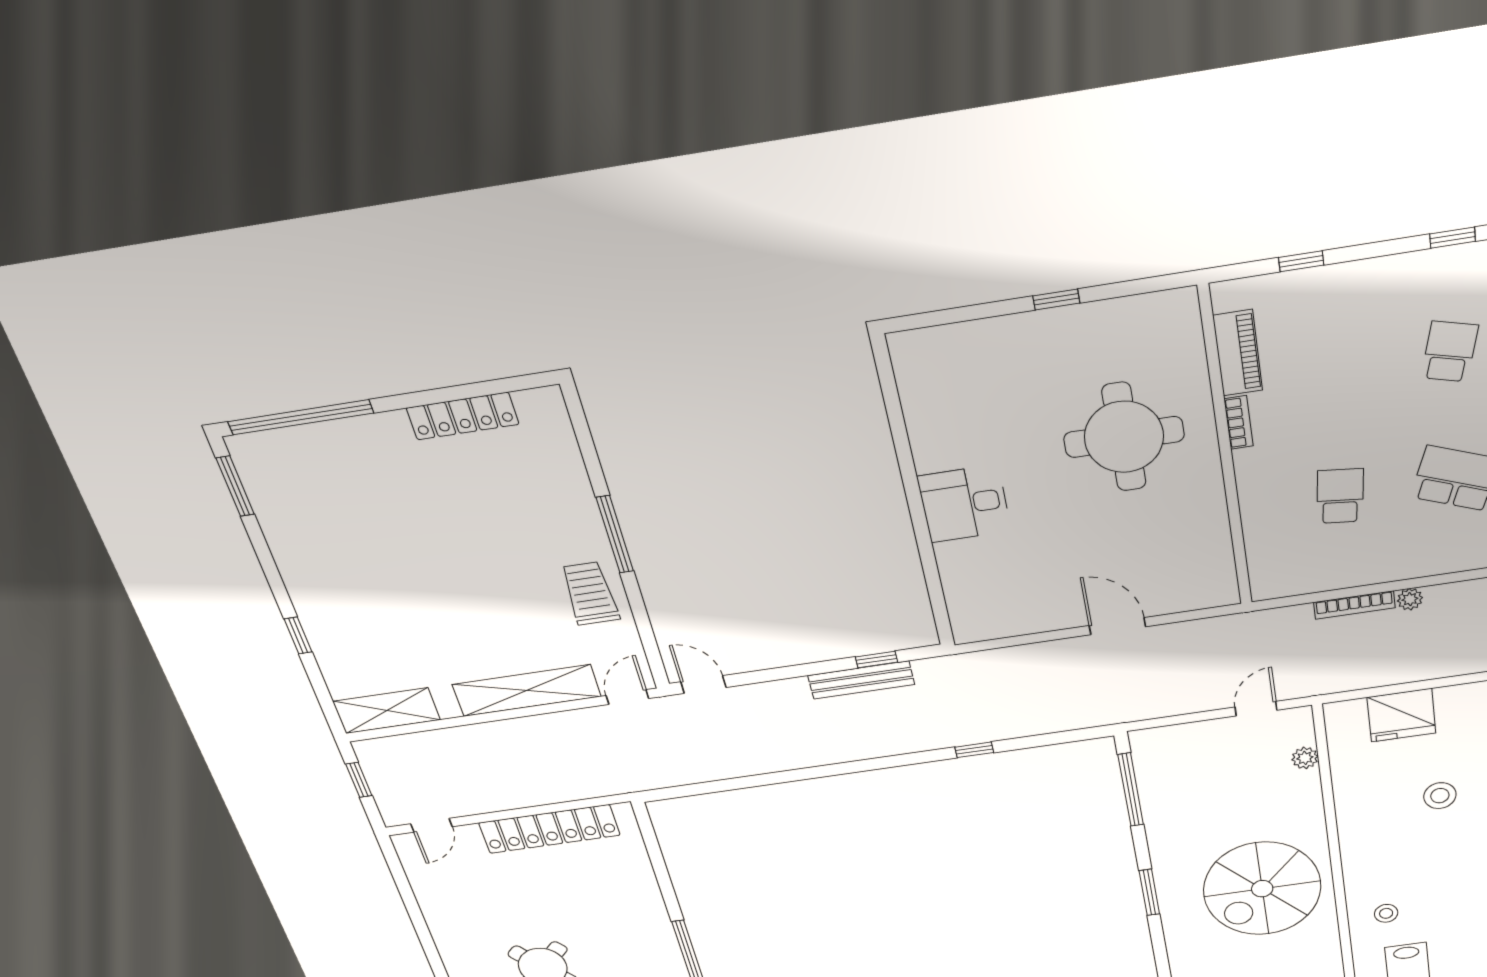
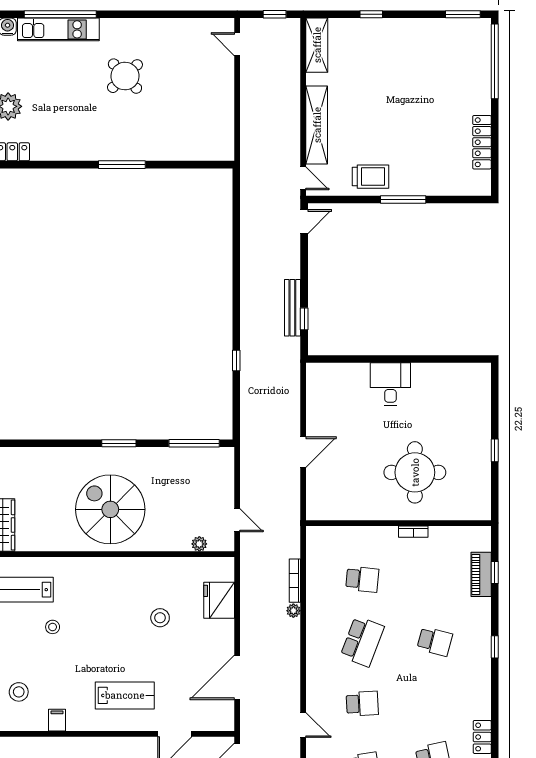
piano: (1238, 353) -> (481, 574), moved, turned 90
locker: (549, 829) -> (223, 110), removed
stool: (1386, 913) -> (53, 627), moved

